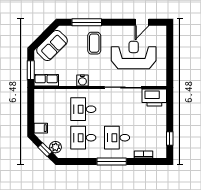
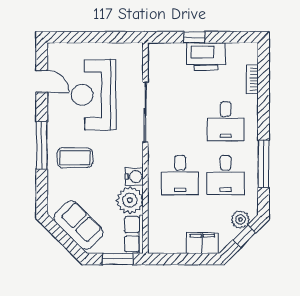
window: (87, 22) -> (42, 145), moved
plant: (68, 78) -> (130, 200), added
printer: (154, 97) -> (206, 57), moved, turned 90
filing cabinet: (41, 128) -> (202, 243), width x2.00
window: (170, 139) -> (194, 37), moved
window: (112, 161) -> (263, 164), moved

